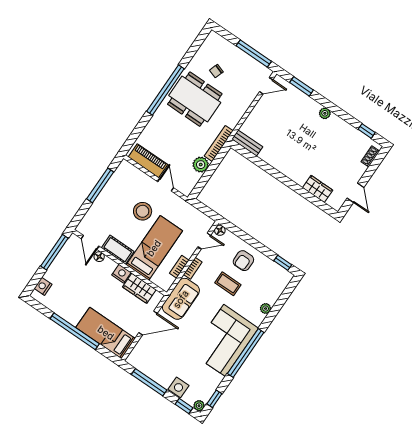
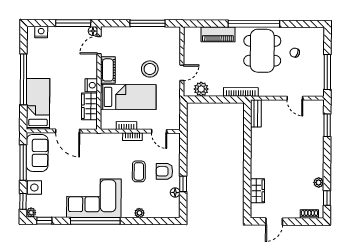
door: (266, 86) -> (295, 98), moved
plant: (325, 113) -> (319, 183), moved
piano: (148, 161) -> (218, 34), moved, turned 90
plant: (201, 165) -> (201, 89), moved
floor lamp: (220, 230) -> (175, 192), moved
floor lamp: (99, 257) -> (93, 31), moved
window: (283, 263) -> (183, 184), moved
sofa: (181, 299) -> (37, 153), moved, turned -90

